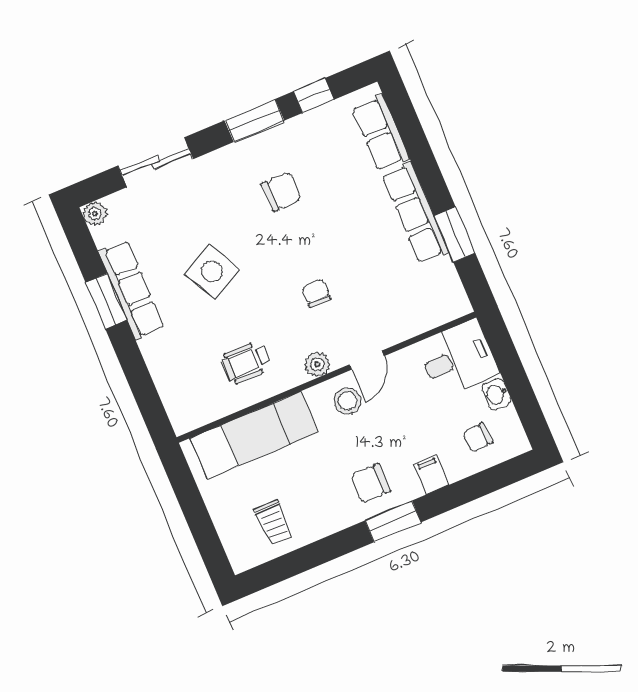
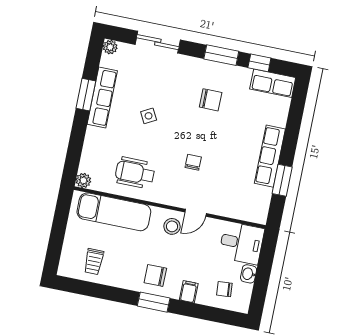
row of seats: (381, 133) -> (273, 83), moved, turned -90
side table: (212, 272) -> (149, 116), width x0.54, depth x0.54
wheelchair: (247, 362) -> (135, 173), width x1.36, depth x1.37
plant: (317, 364) -> (83, 180), moved

